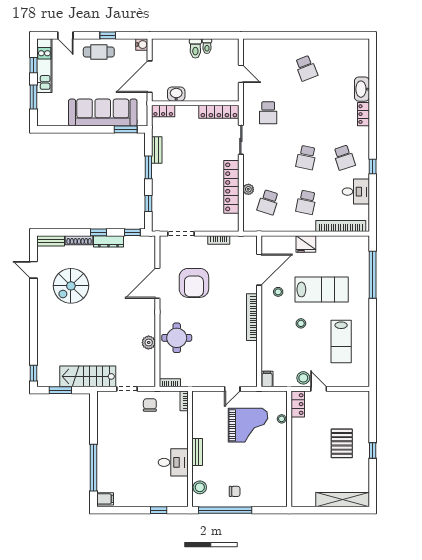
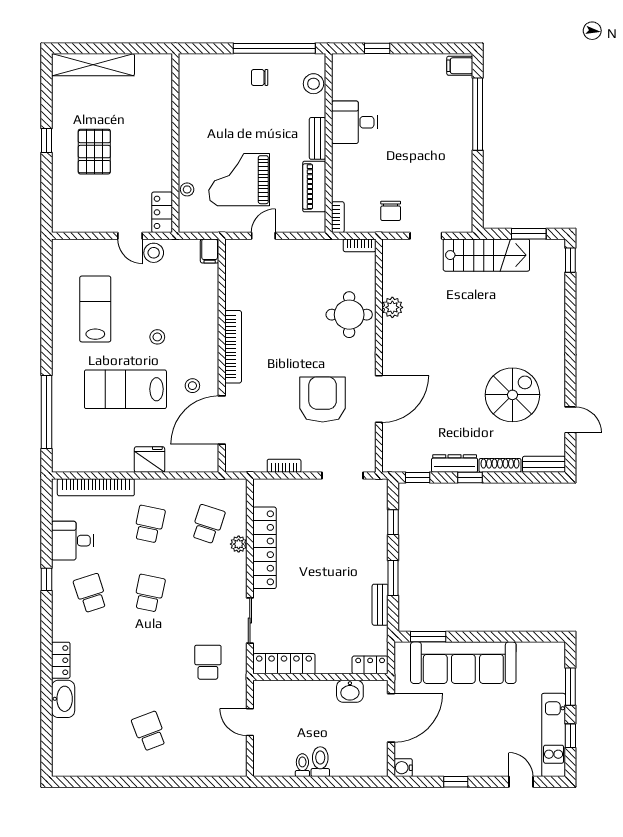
cafe table: (99, 52) -> (470, 756), removed
piano: (199, 421) -> (314, 187), added

